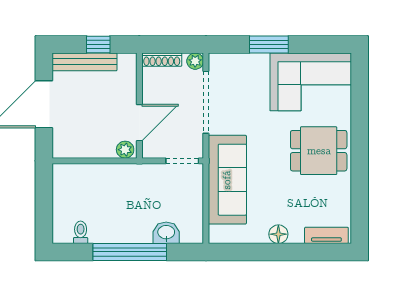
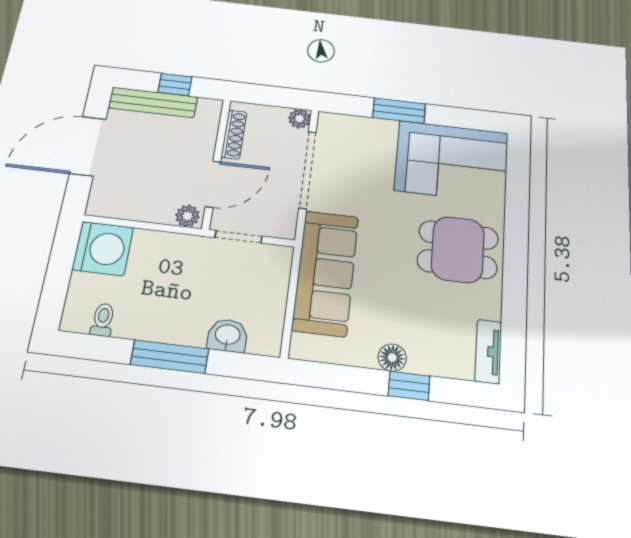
shoe rack: (162, 60) -> (234, 135), moved, turned -90
doorway: (182, 161) -> (239, 237), moved
washing machine: (70, 182) -> (103, 249), added
tv unit: (326, 235) -> (488, 351), moved, turned -90
window: (130, 252) -> (170, 357), width x0.68
window: (291, 252) -> (409, 386), added

